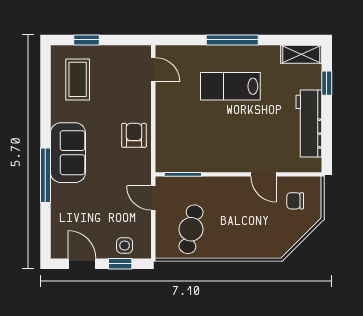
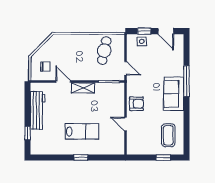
window: (232, 40) -> (81, 158), width x0.46
shelving: (301, 54) -> (83, 88), moved
door: (153, 70) -> (126, 124), moved
armchair: (134, 135) -> (136, 104), turned -90

